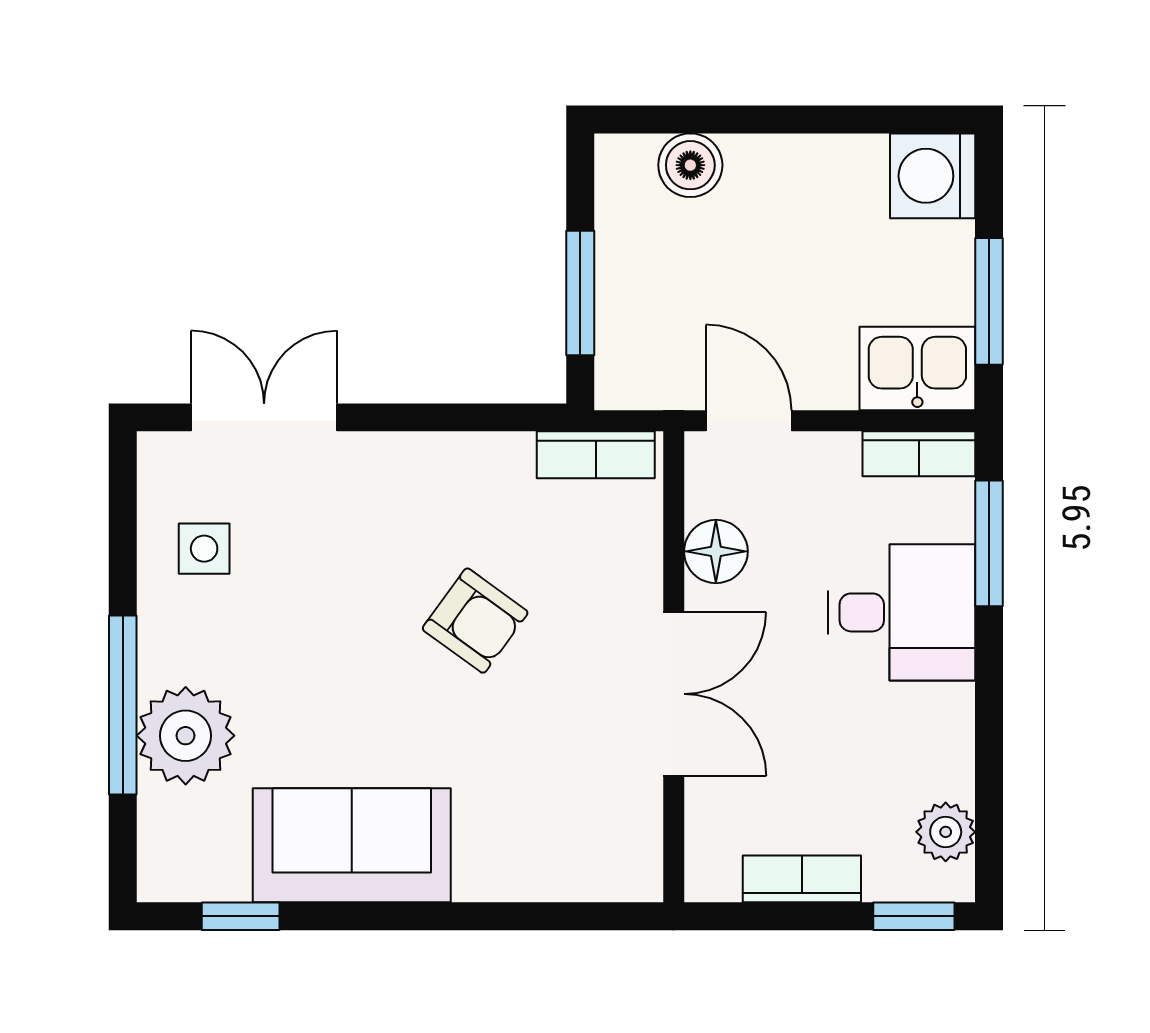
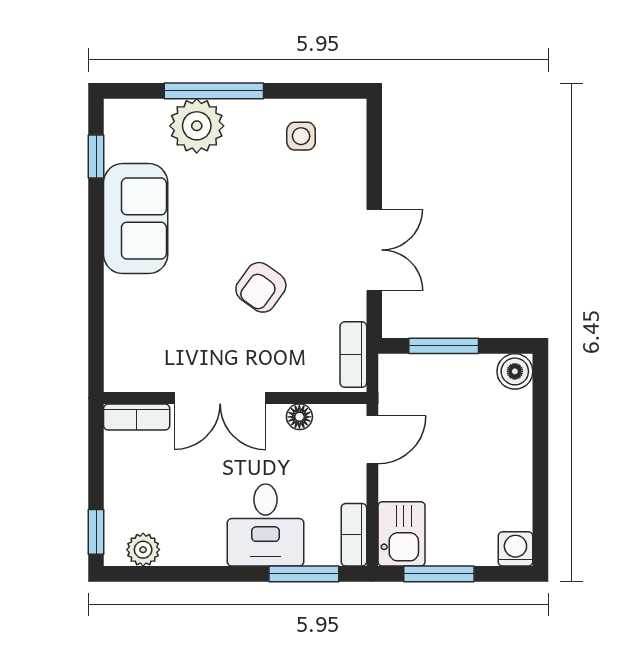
boiler: (690, 165) -> (515, 371), moved
washing machine: (933, 176) -> (515, 549), width x0.73, depth x0.73
double door: (264, 417) -> (374, 250), moved
floor lamp: (716, 551) -> (299, 417), width x0.73, depth x0.73
bookcase: (802, 879) -> (137, 417), moved, turned 90

